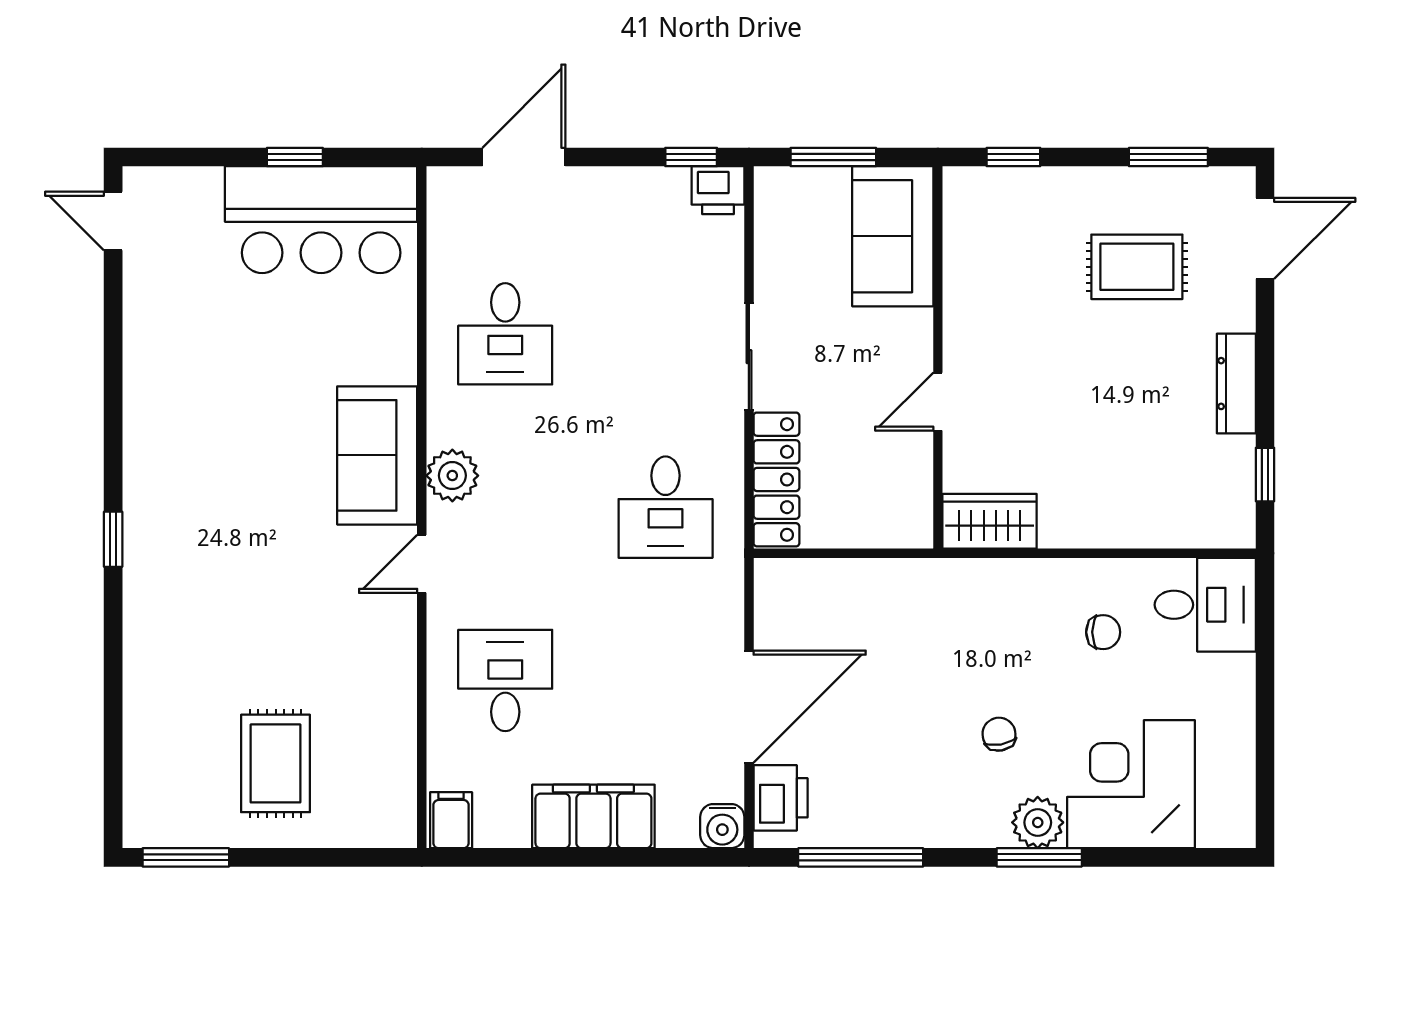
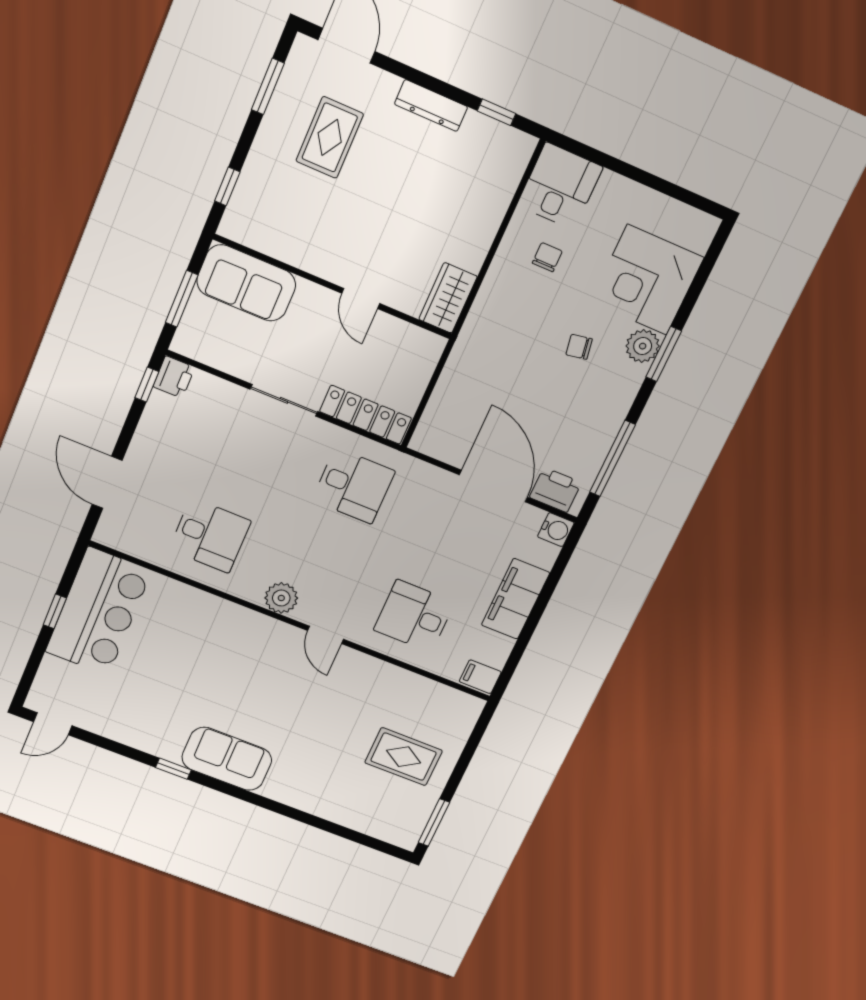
sofa: (377, 455) -> (227, 759), moved, turned 180
window: (113, 539) -> (173, 769), moved

